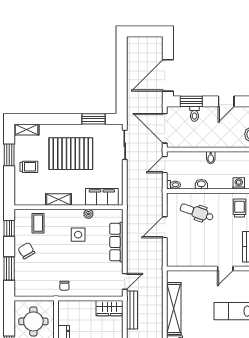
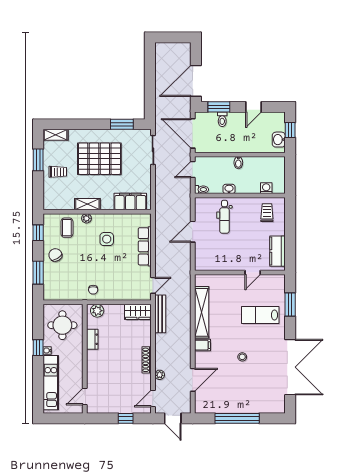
dental chair: (197, 212) -> (224, 217), turned -109
plant: (88, 214) -> (86, 218), moved
plant: (68, 307) -> (97, 311), added

